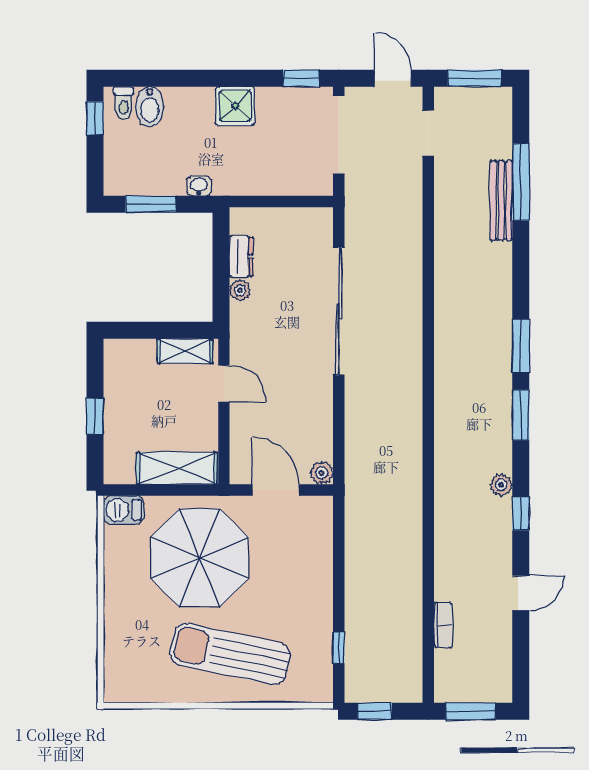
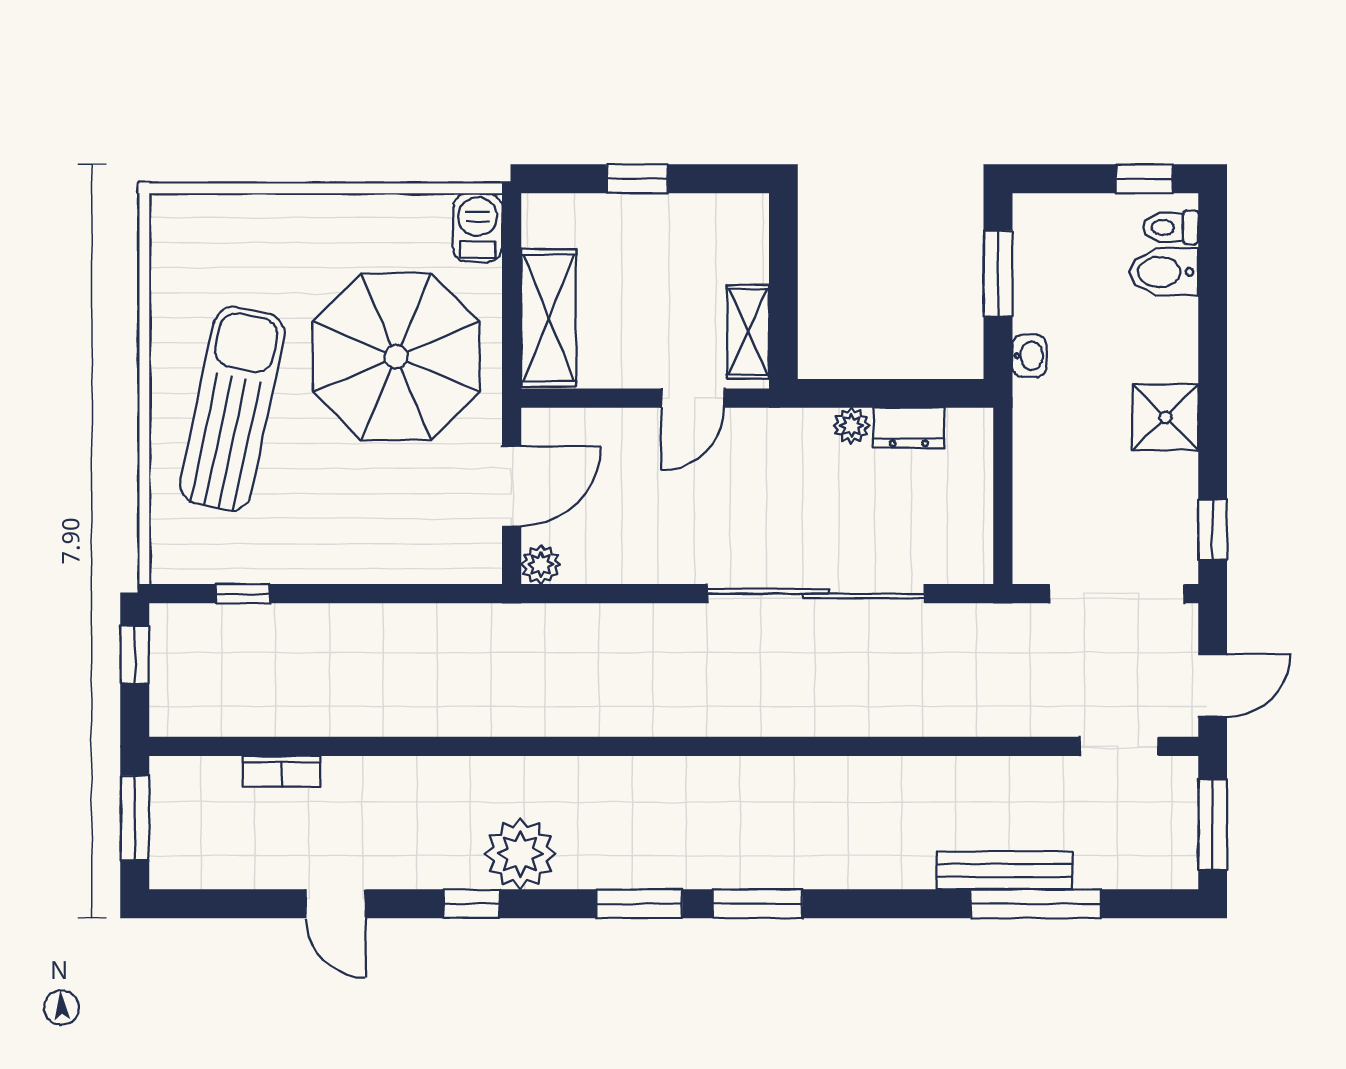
plant: (501, 485) -> (520, 854), width x1.88, depth x1.88

